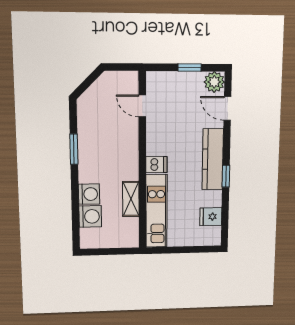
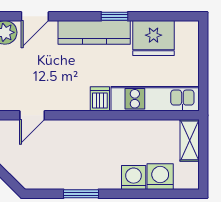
shelving: (131, 199) -> (190, 140), moved, turned 90
fridge: (211, 217) -> (154, 38), width x1.88, depth x1.34

